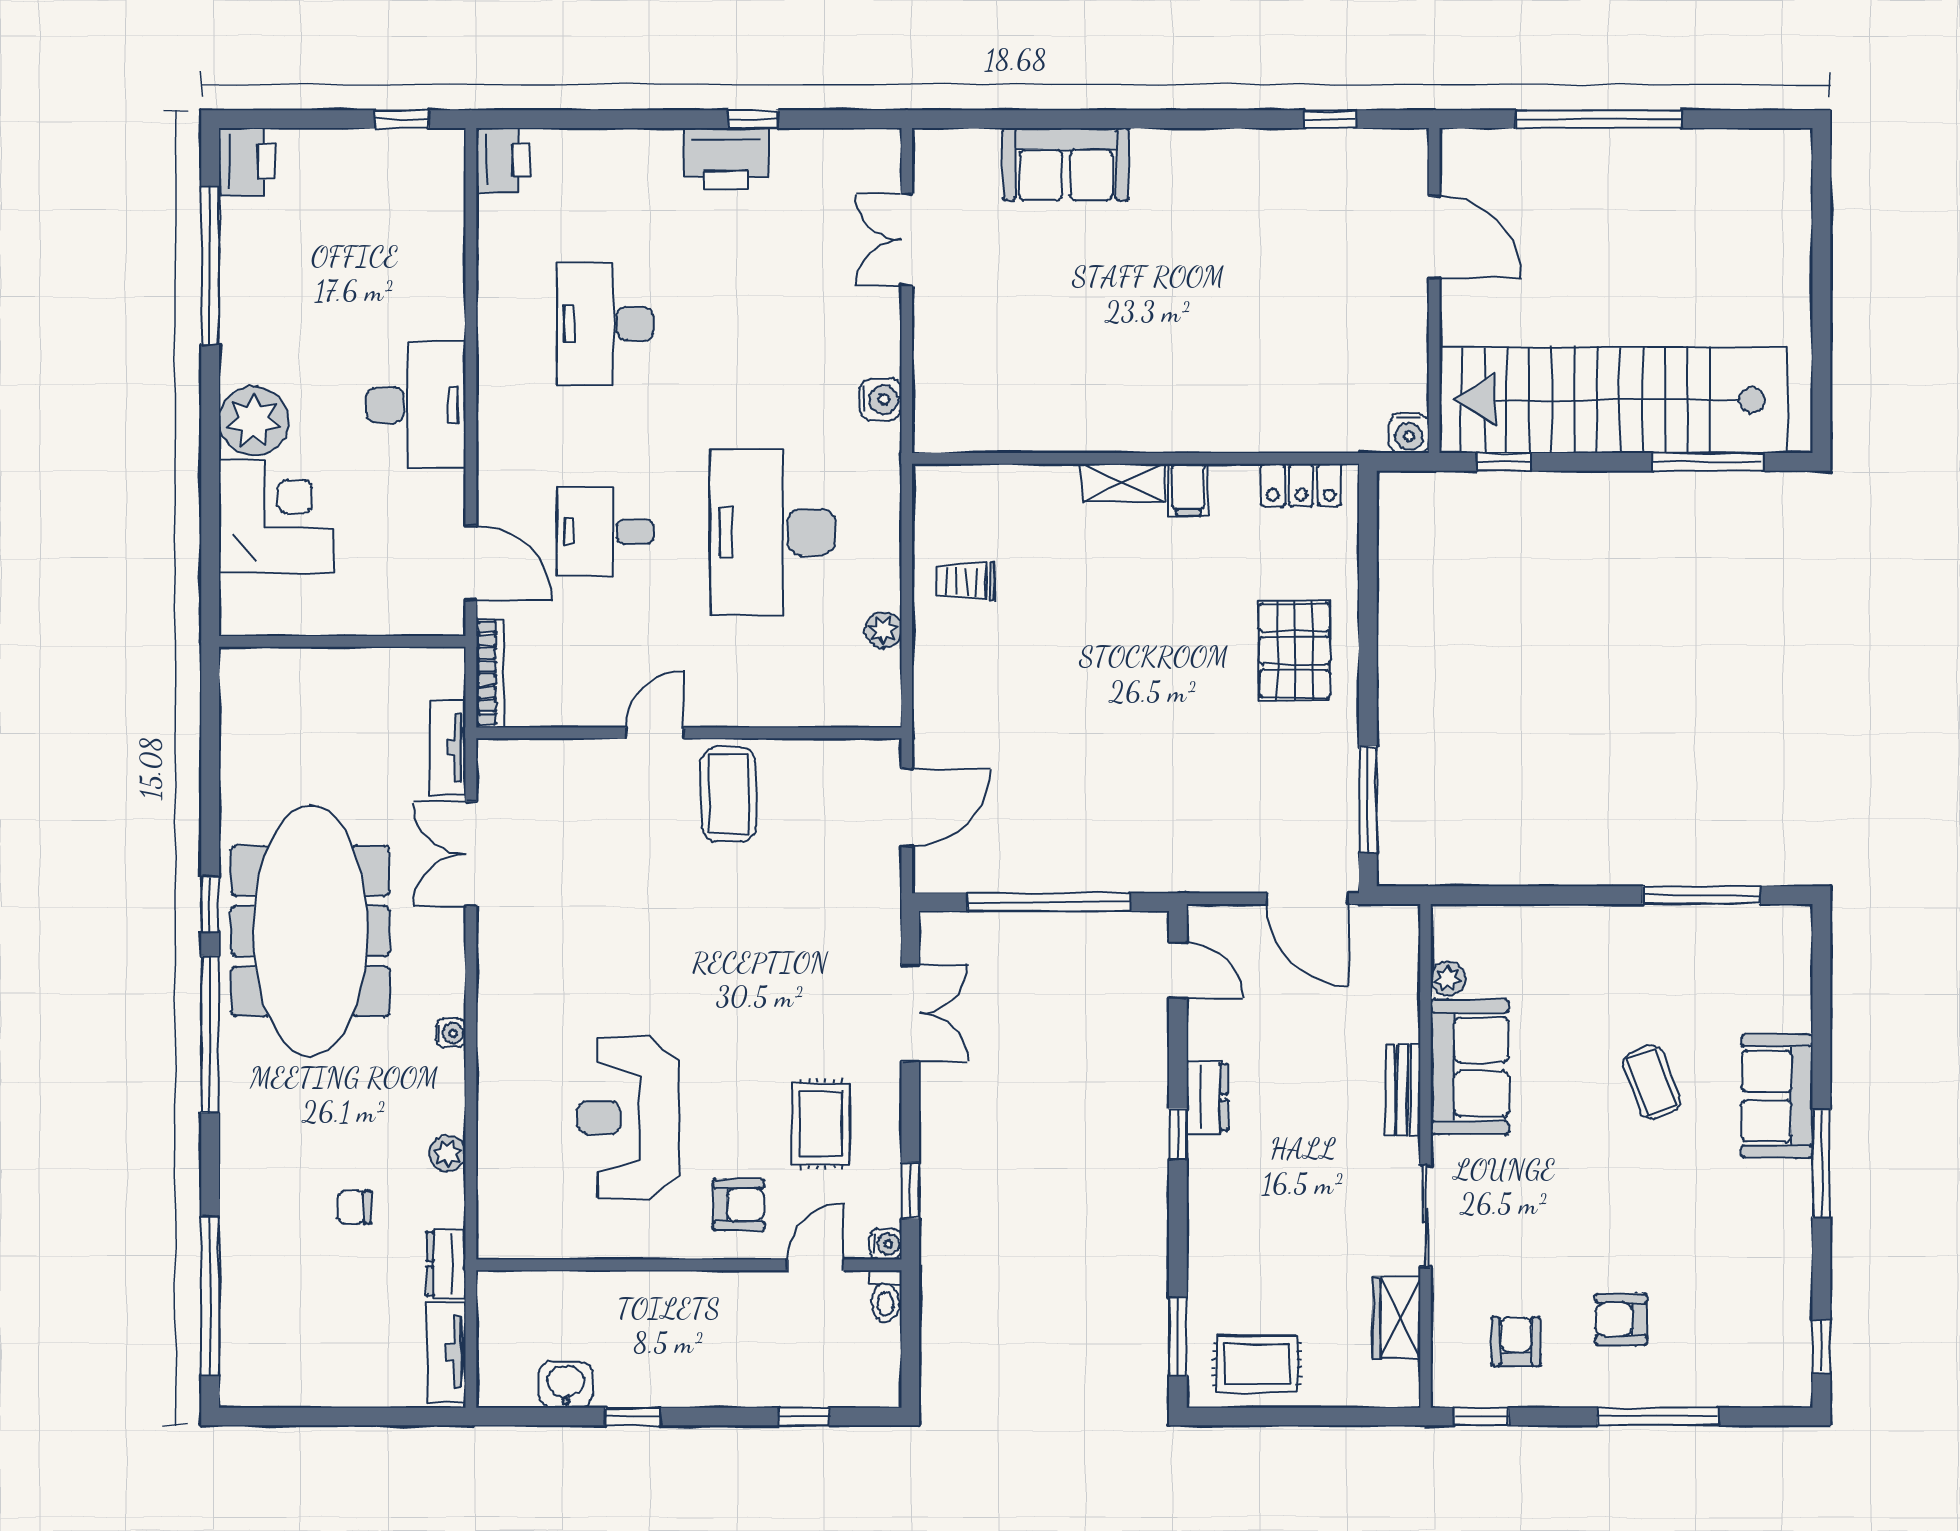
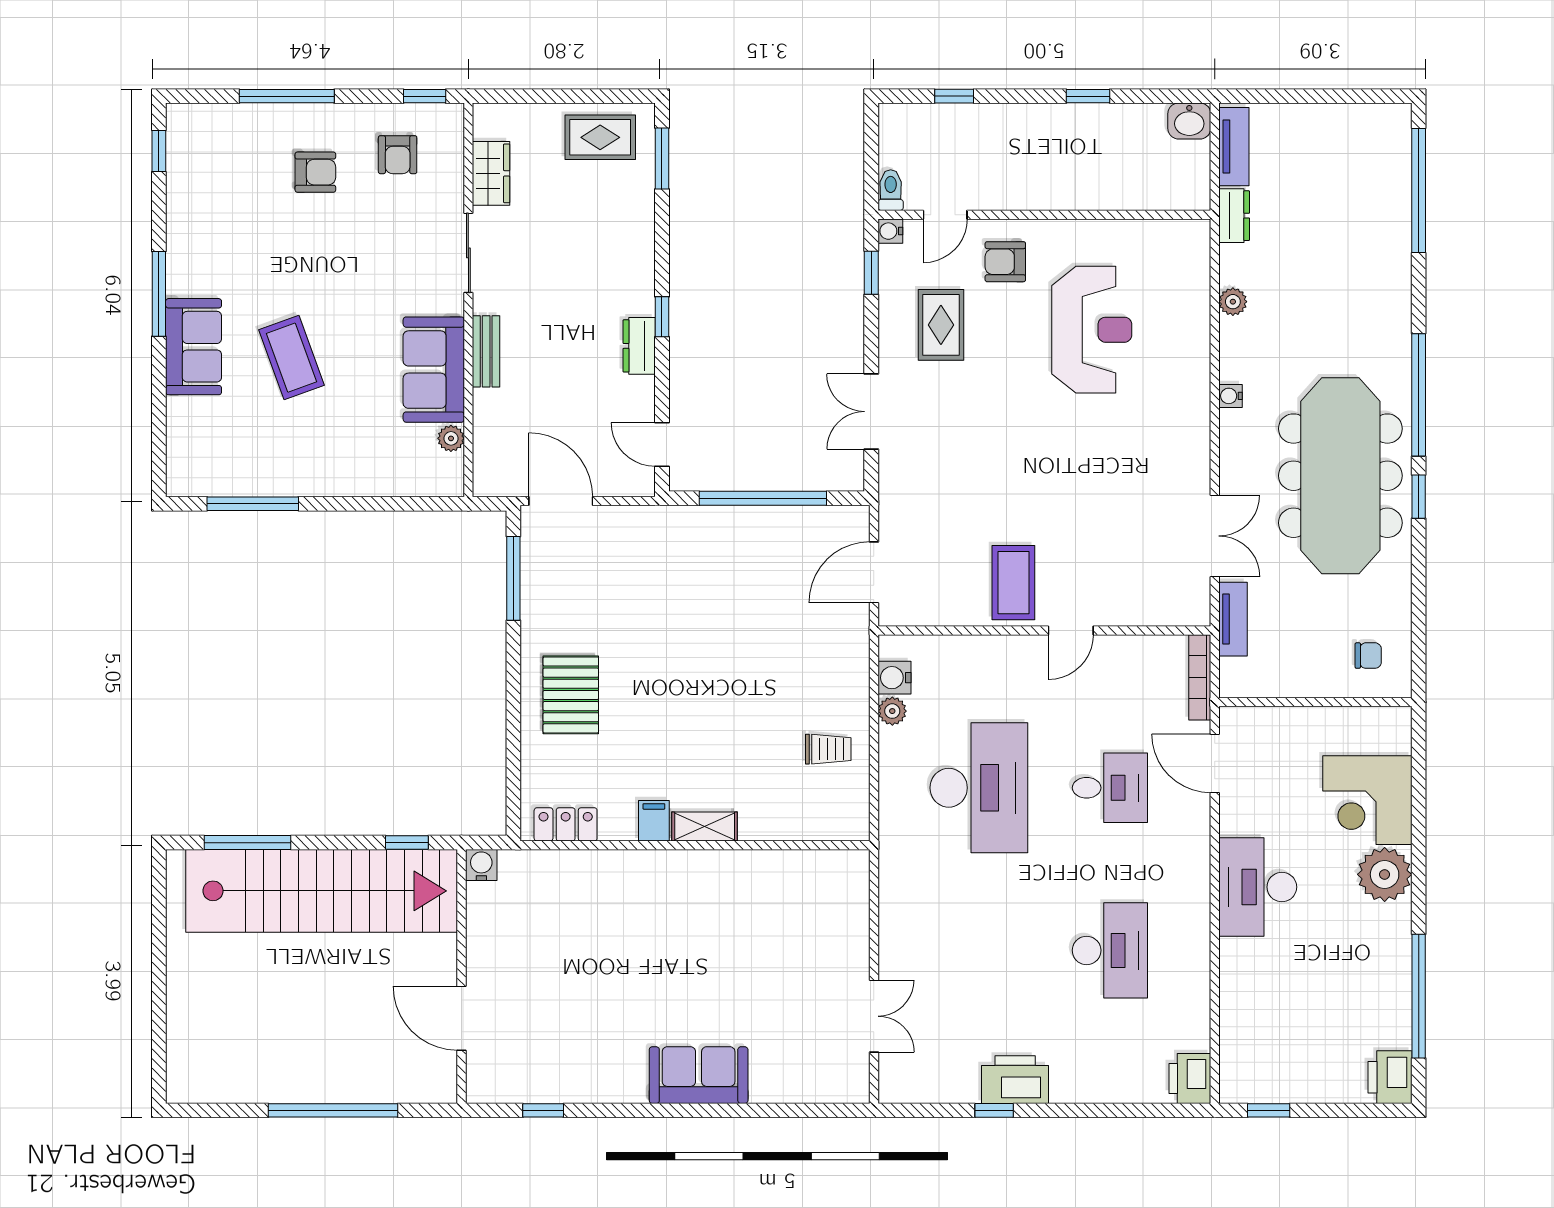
sofa: (1066, 164) -> (699, 1075), moved
water cooler: (880, 400) -> (895, 678), moved
coffee table: (1652, 1082) -> (292, 358), width x1.36, depth x1.30
chair: (354, 1207) -> (1368, 656), moved
washbasin: (566, 1385) -> (1189, 121), moved

